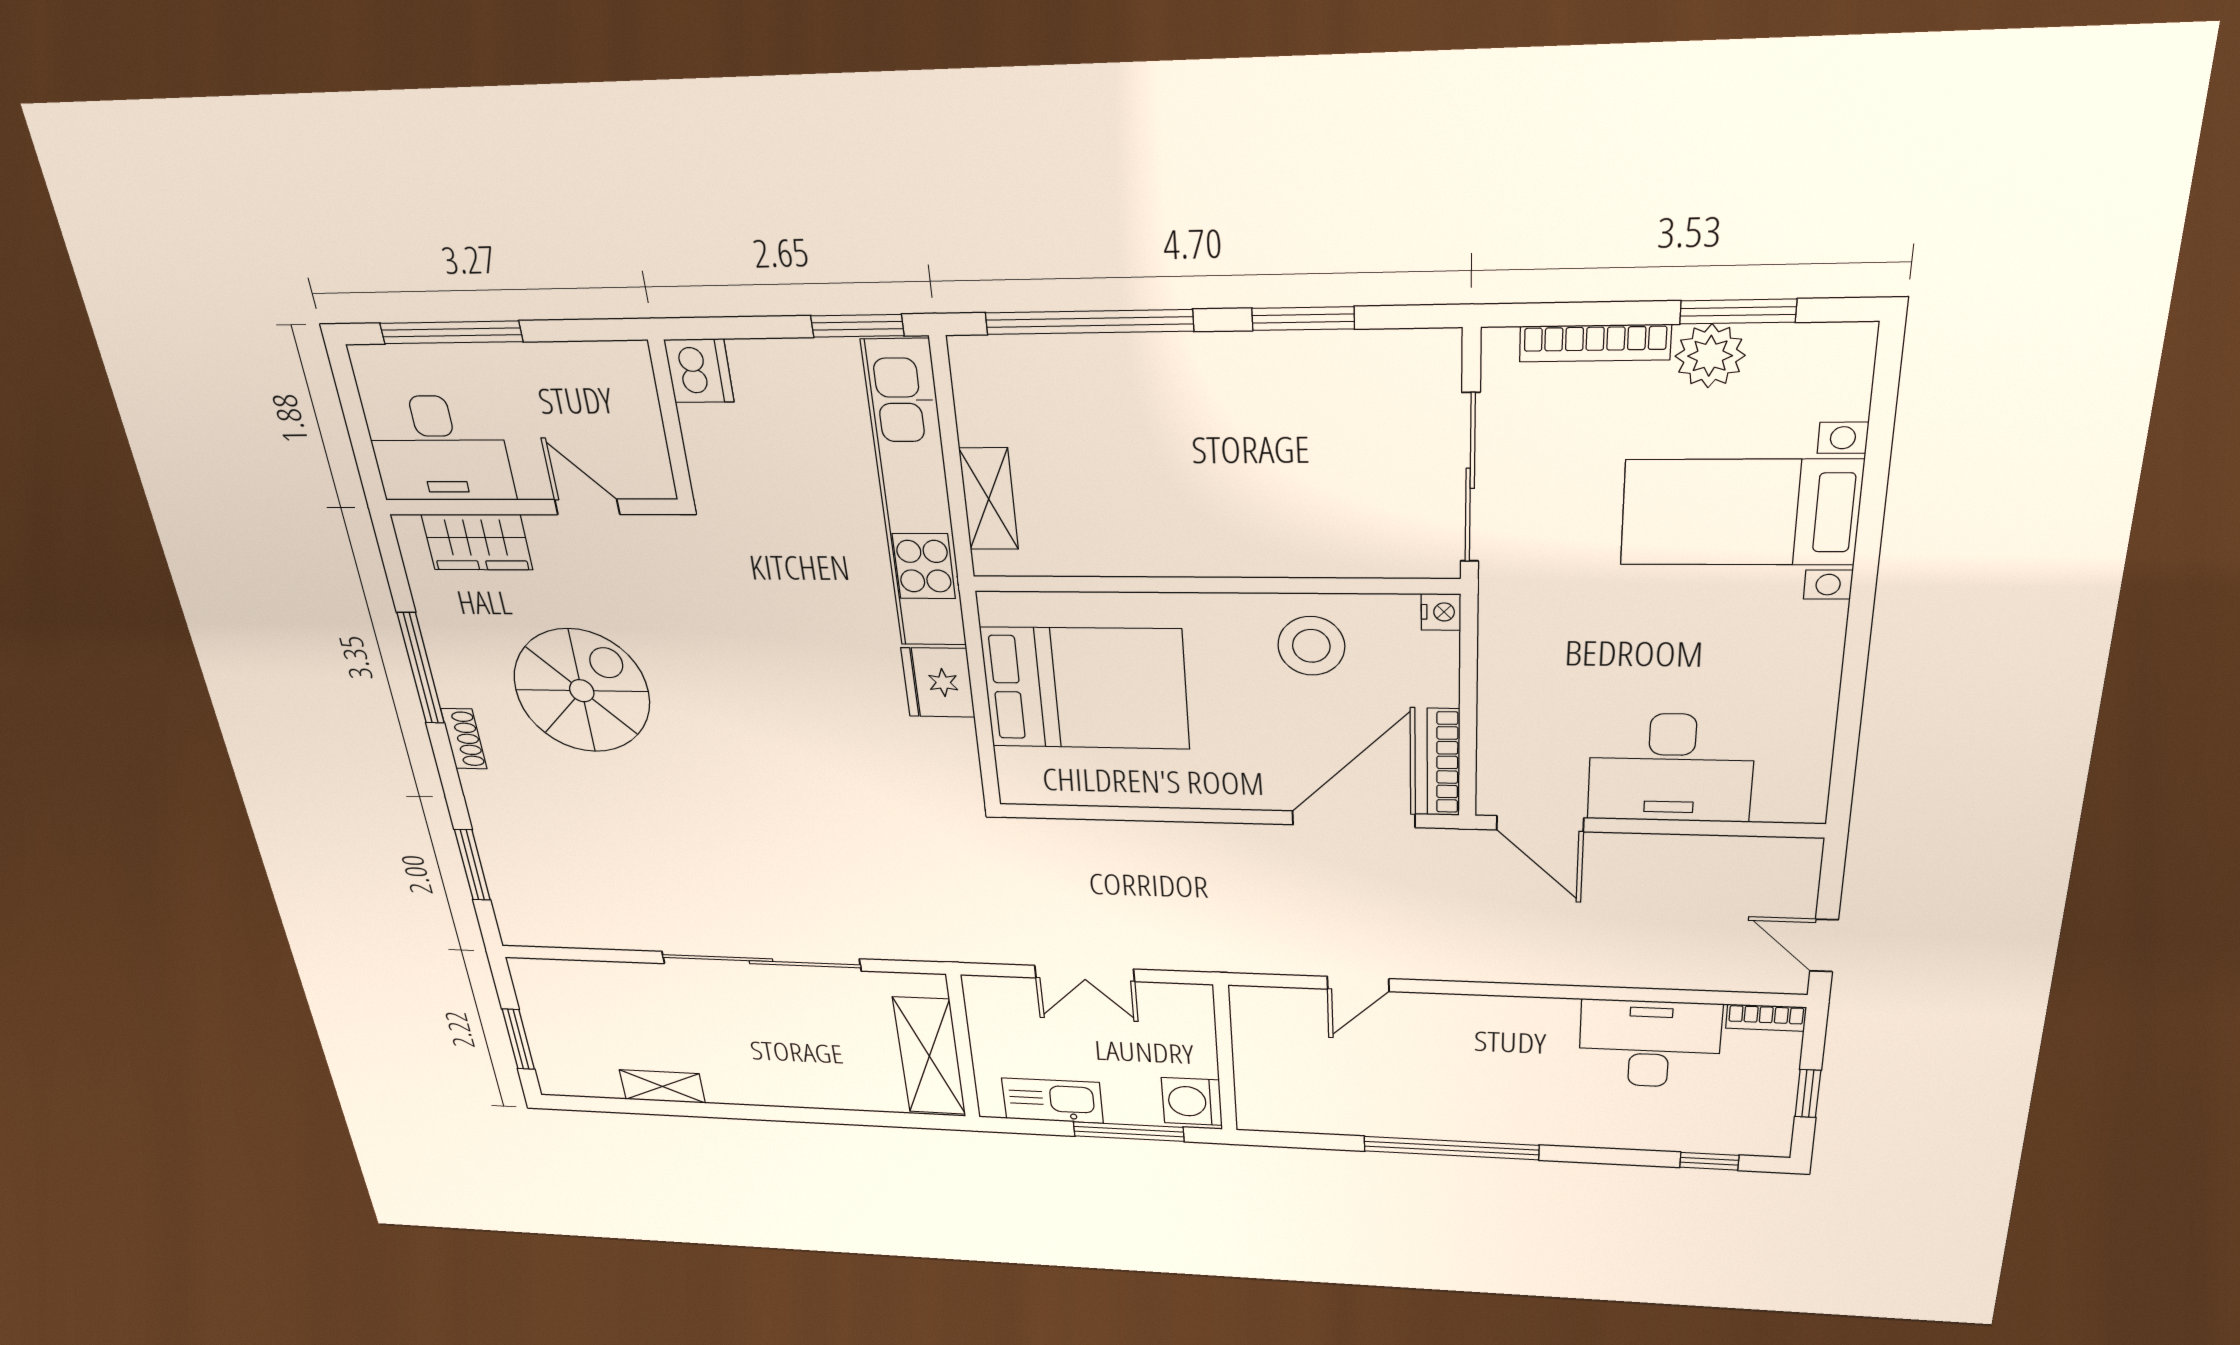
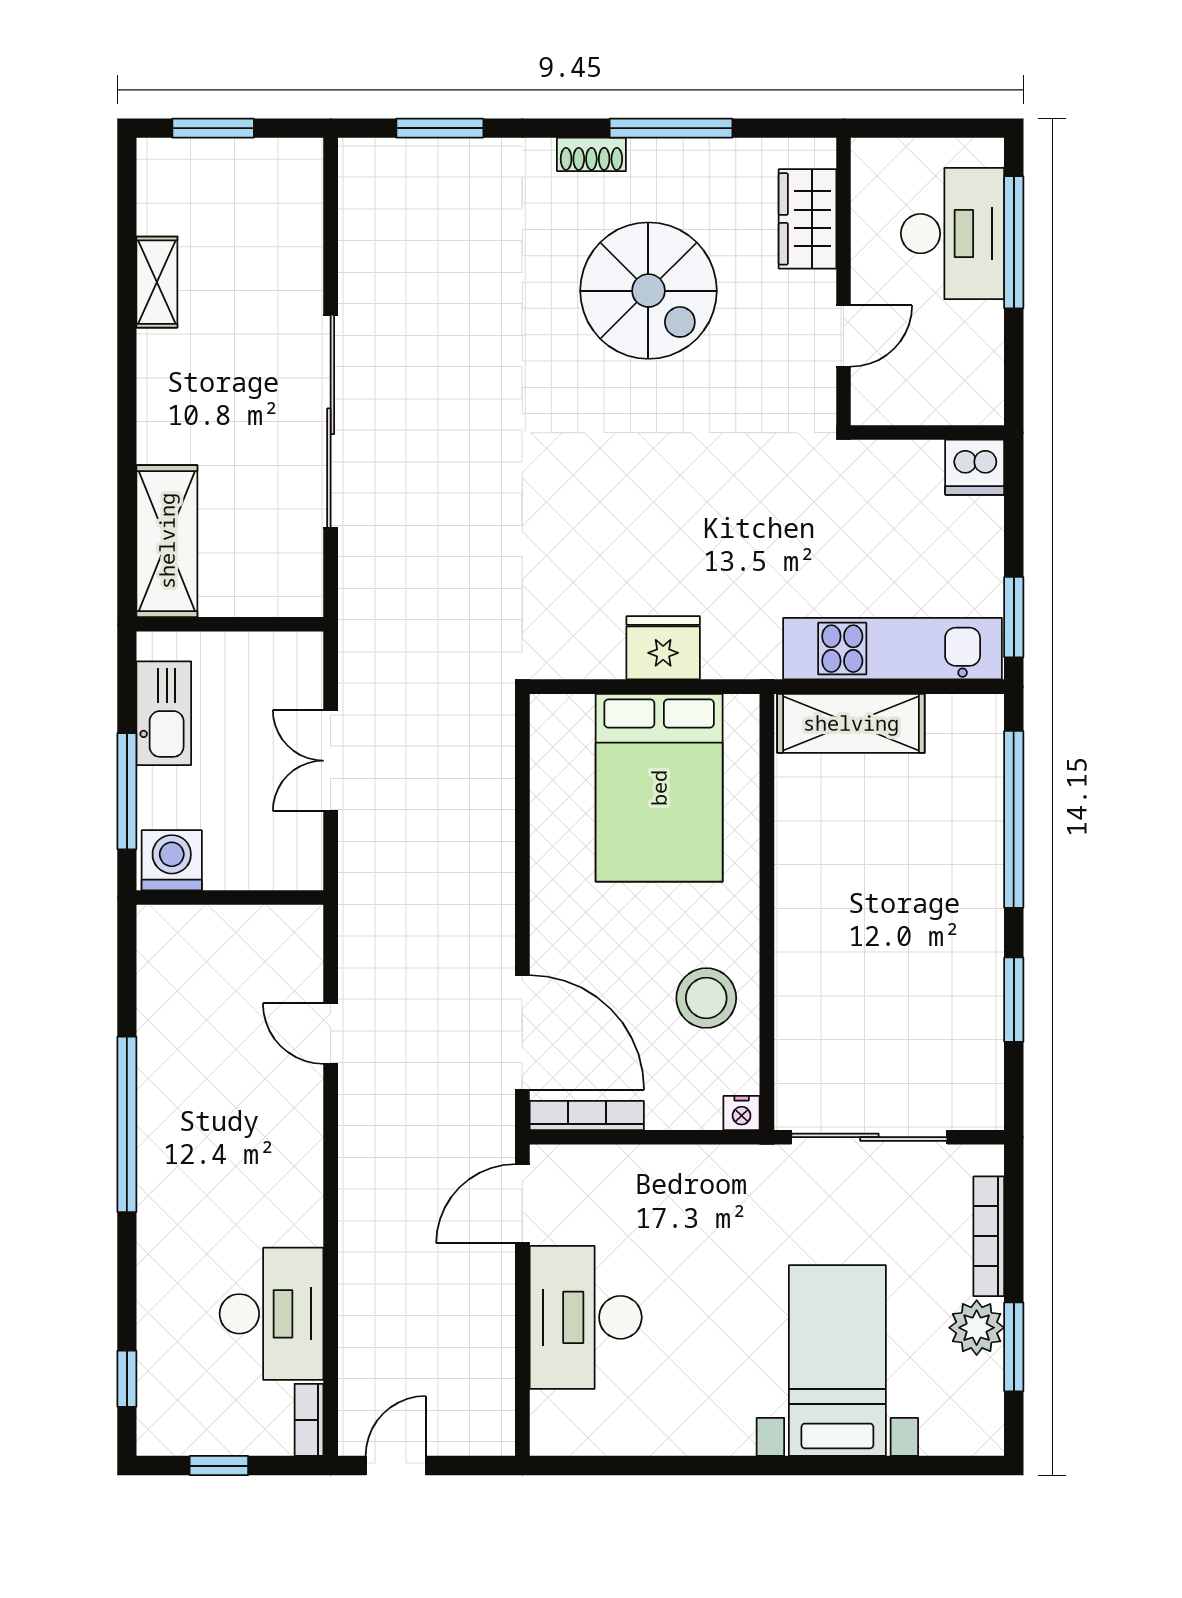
desk: (439, 449) -> (953, 234), moved, turned 180
kitchen unit: (915, 497) -> (893, 649), width x0.73
shelving: (989, 499) -> (851, 723), width x1.50, depth x1.33
shelving: (929, 1056) -> (167, 541), moved, turned 90

